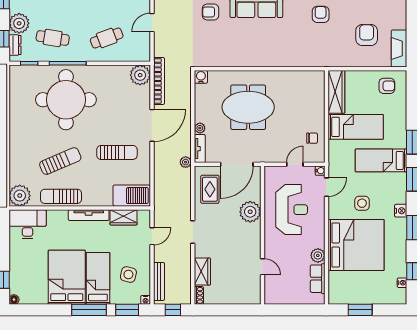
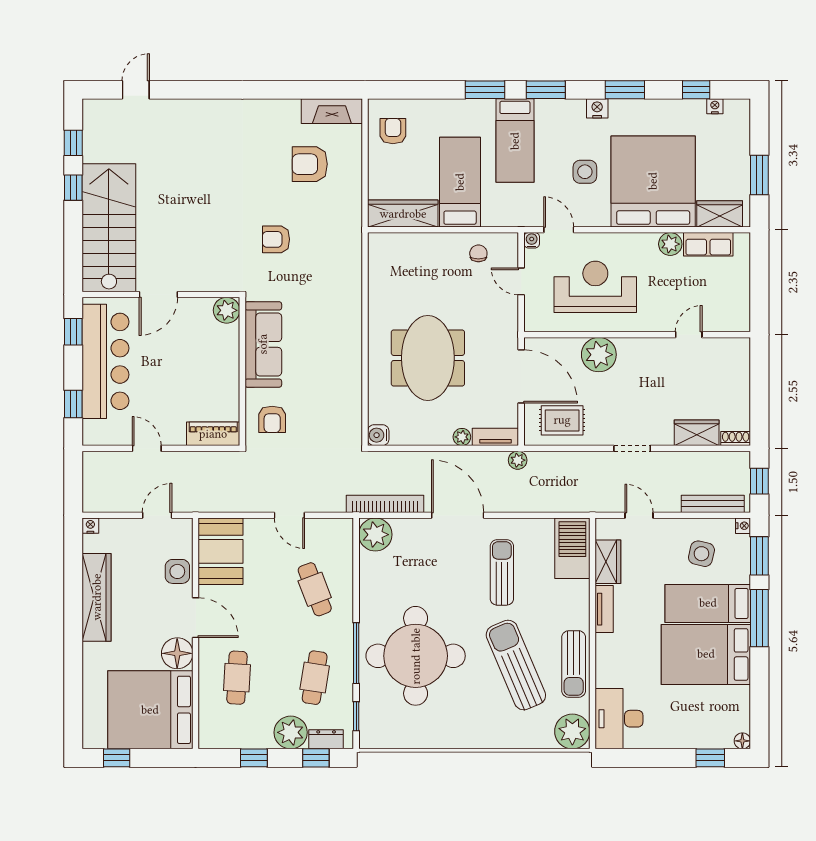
sun lounger: (60, 161) -> (516, 665), width x1.36, depth x1.34
tv unit: (89, 215) -> (604, 609), width x0.71
wardrobe: (336, 286) -> (720, 214), added

